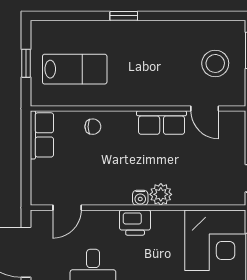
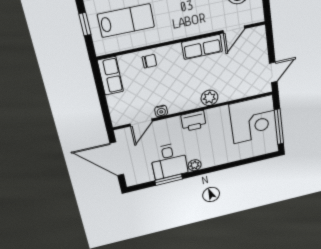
door: (205, 109) -> (234, 29), hinge flipped
water cooler: (140, 198) -> (161, 111), moved

